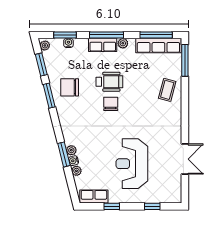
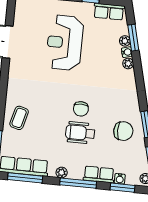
row of seats: (103, 45) -> (99, 174), moved
window: (64, 154) -> (133, 38), moved
reception desk: (132, 164) -> (65, 43), turned 180

